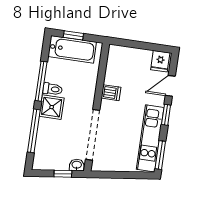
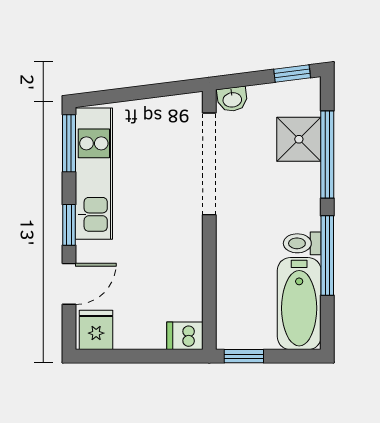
window: (73, 35) -> (244, 356), moved
bathtub: (72, 49) -> (299, 304), moved, turned -90
dishwasher: (111, 93) -> (185, 336), moved
shower: (52, 107) -> (299, 139), moved
window: (63, 174) -> (292, 73), moved

